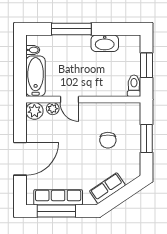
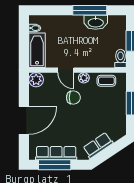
window: (71, 29) -> (90, 10), moved
plant: (53, 109) -> (84, 78), moved
coffee table: (117, 112) -> (106, 81), added
chair: (108, 140) -> (73, 98), moved, turned -90

